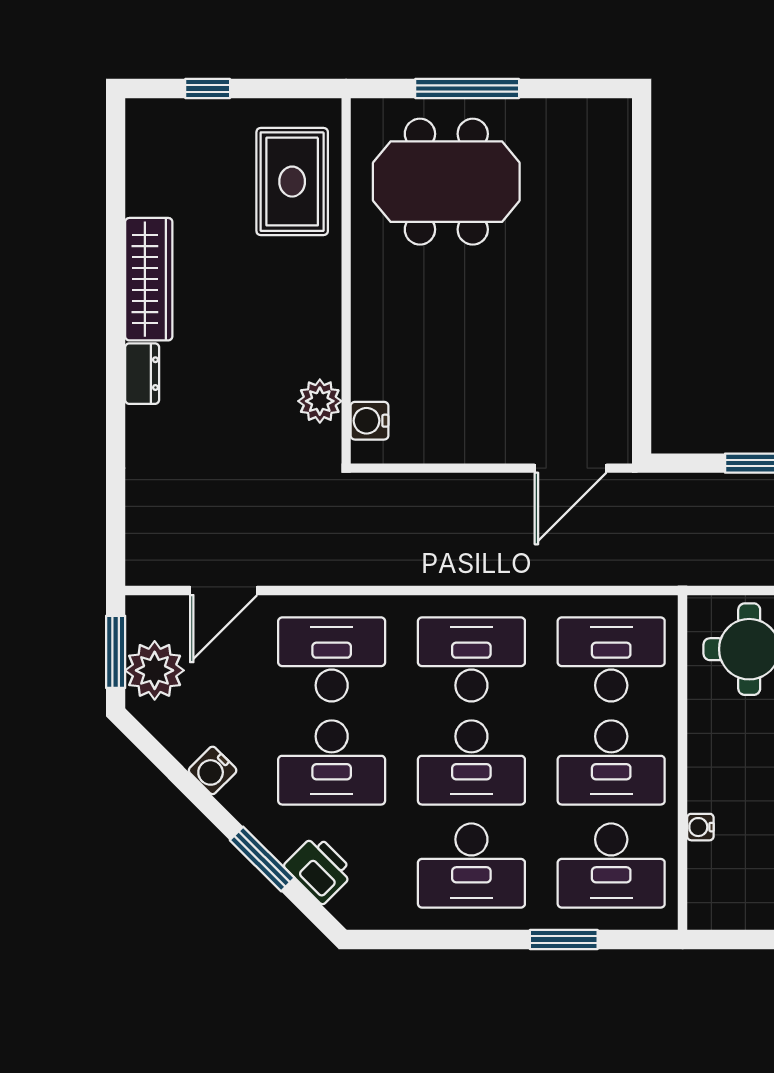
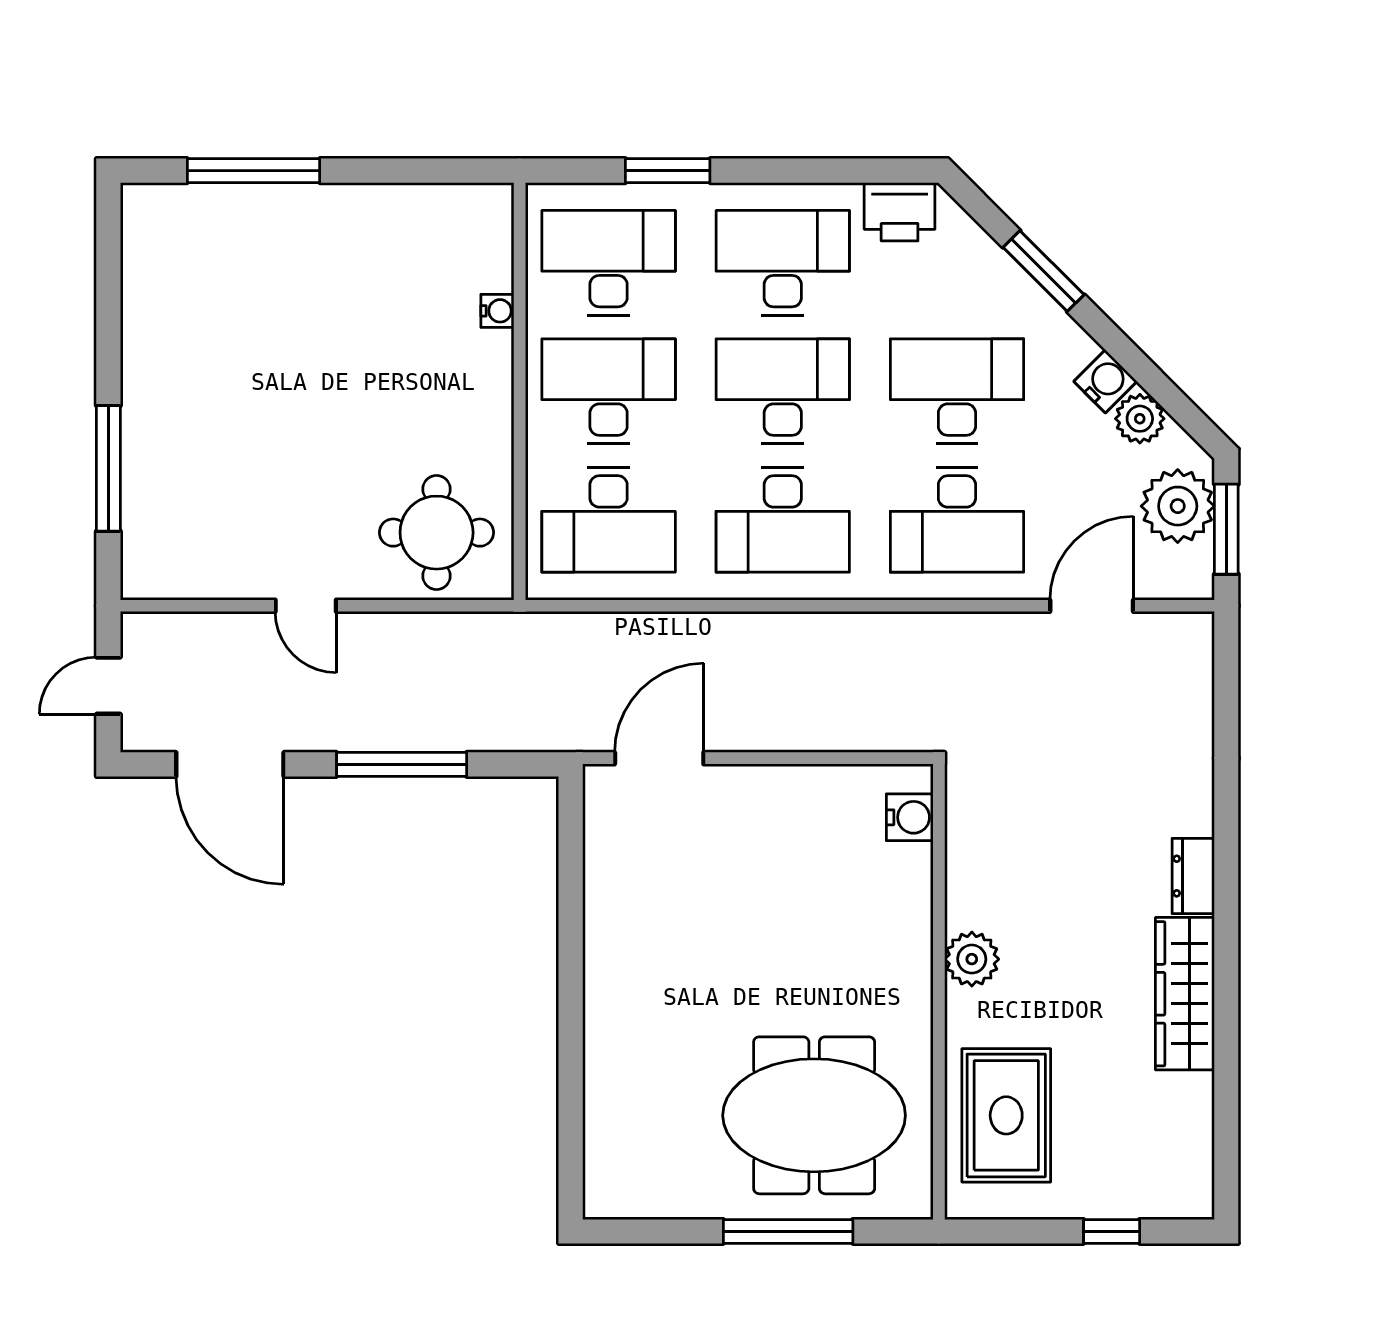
plant: (320, 401) -> (972, 959), moved
plant: (185, 741) -> (1140, 419), added
printer: (319, 869) -> (900, 212), moved, turned -45

